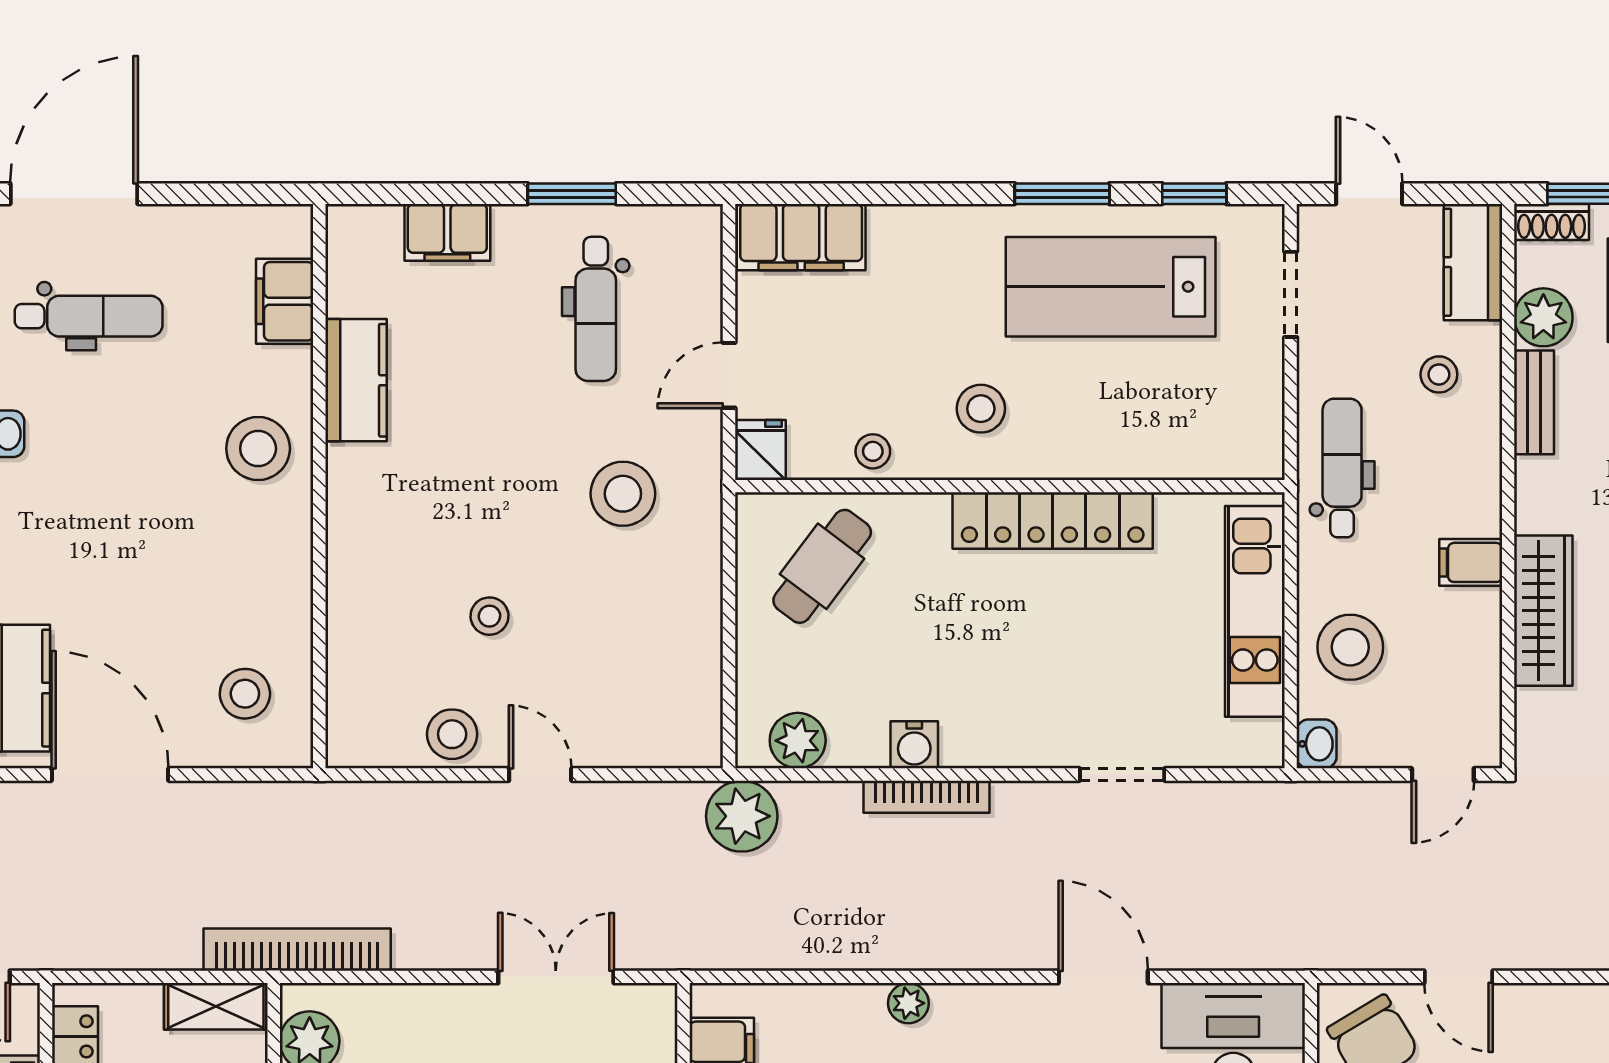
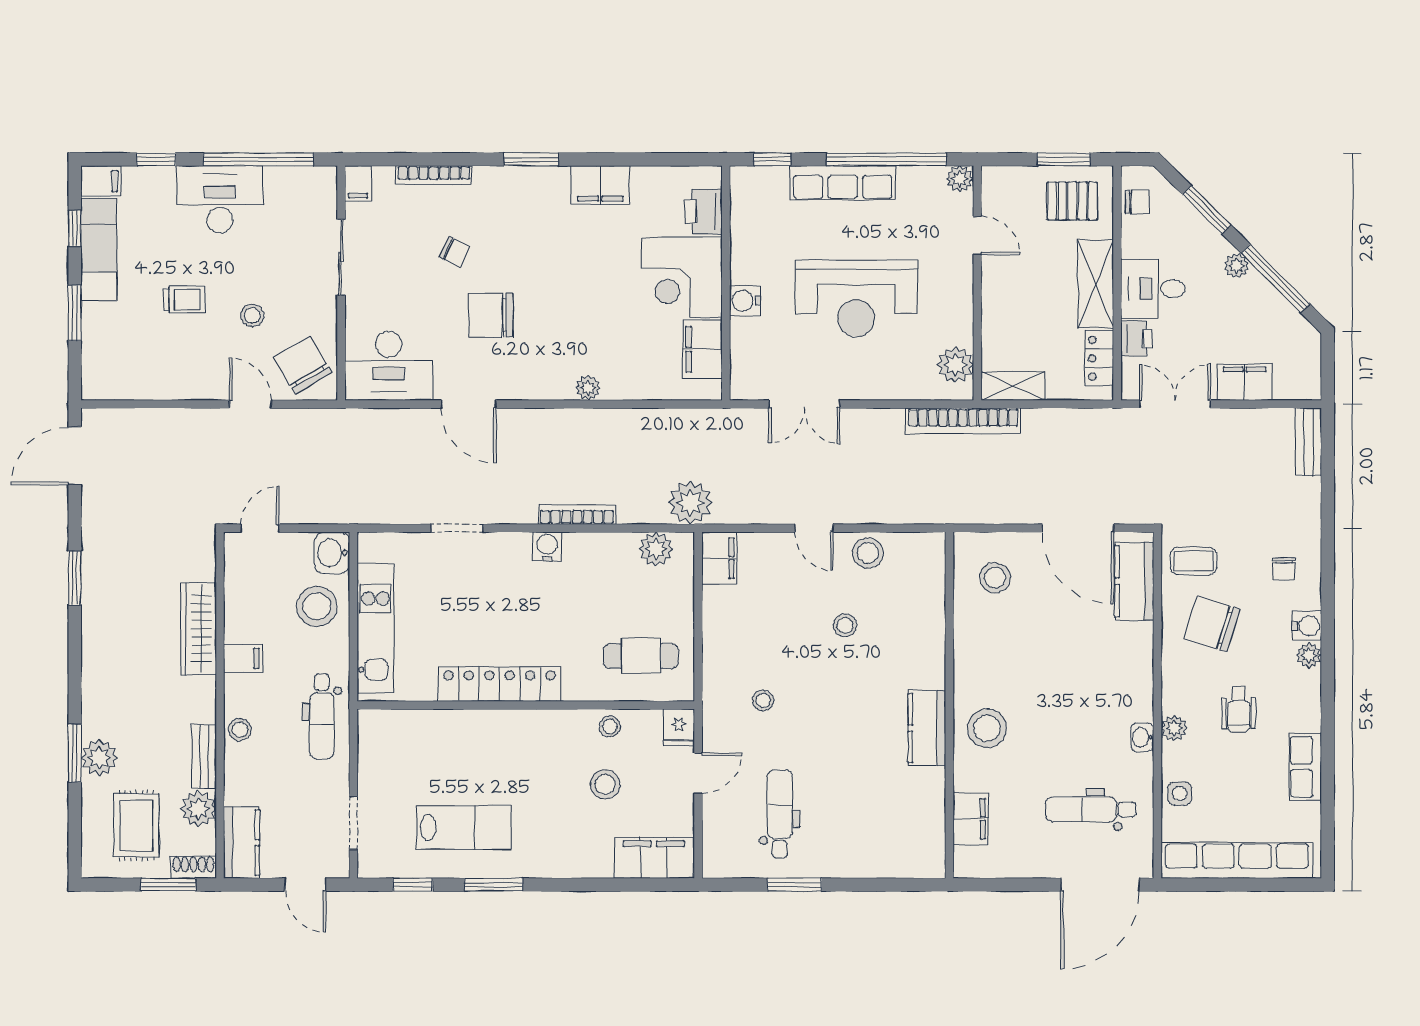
filing cabinet: (447, 232) -> (719, 558), moved, turned 90
lab bench: (1111, 287) -> (464, 828), width x0.73, depth x0.72
stool: (1439, 374) -> (240, 730), moved
kitchen counter: (356, 380) -> (927, 728), moved
stool: (981, 409) -> (605, 784), moved
stool: (623, 494) -> (763, 700), width x0.53, depth x0.53
cafe table: (822, 566) -> (641, 656), turned 53
washbasin: (1317, 744) -> (332, 553), width x1.38, depth x1.45
water cooler: (914, 745) -> (547, 546), moved

